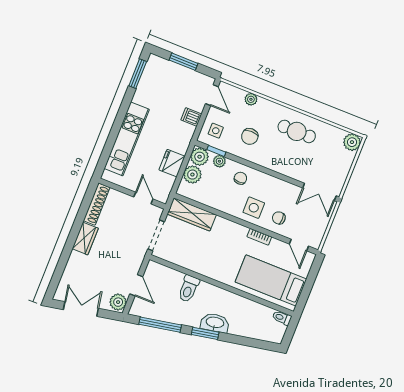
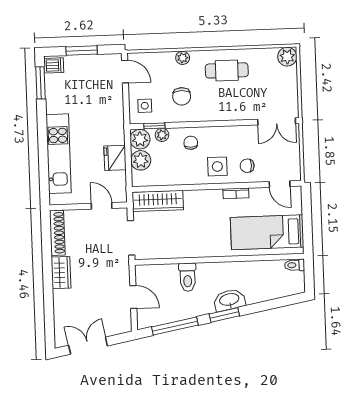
plant: (251, 99) -> (183, 58), moved
dishwasher: (191, 117) -> (54, 65), moved, turned 180
plant: (118, 302) -> (122, 322), removed

